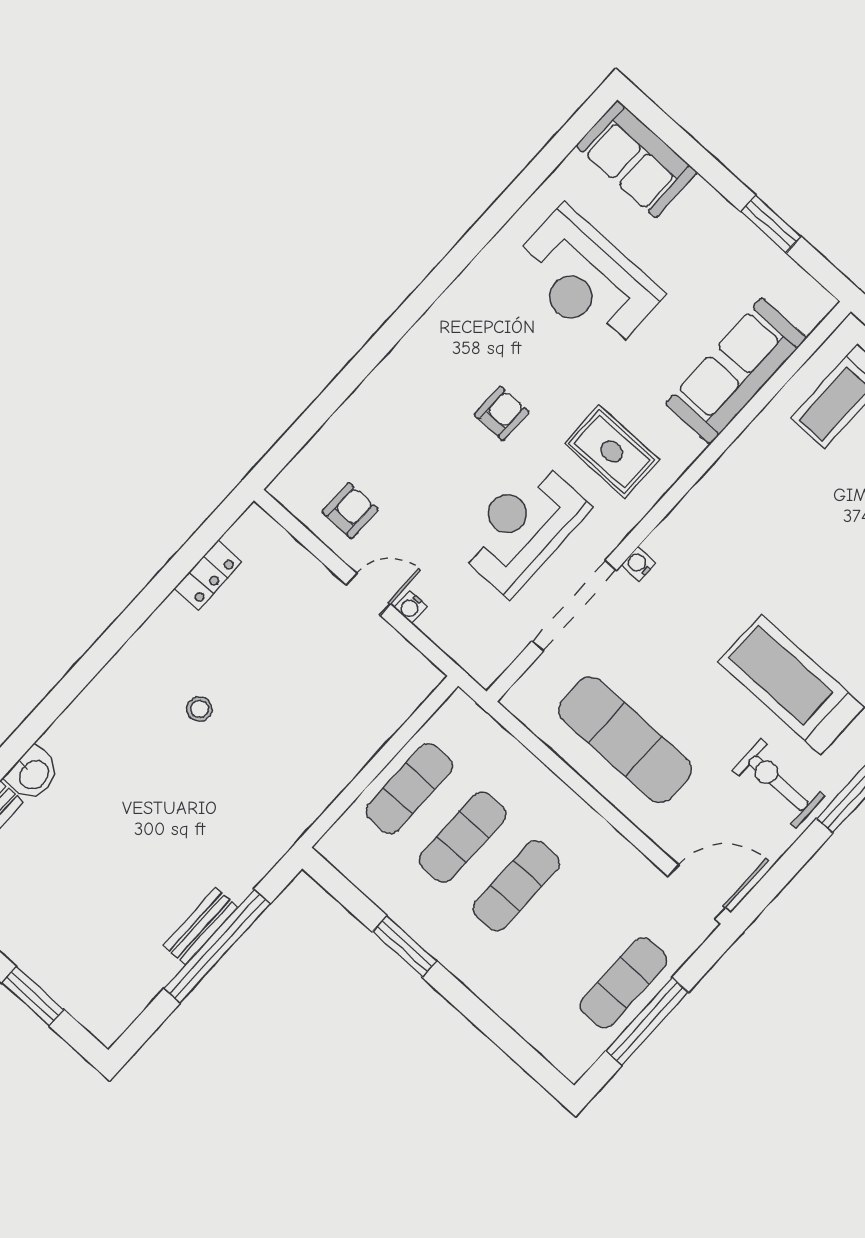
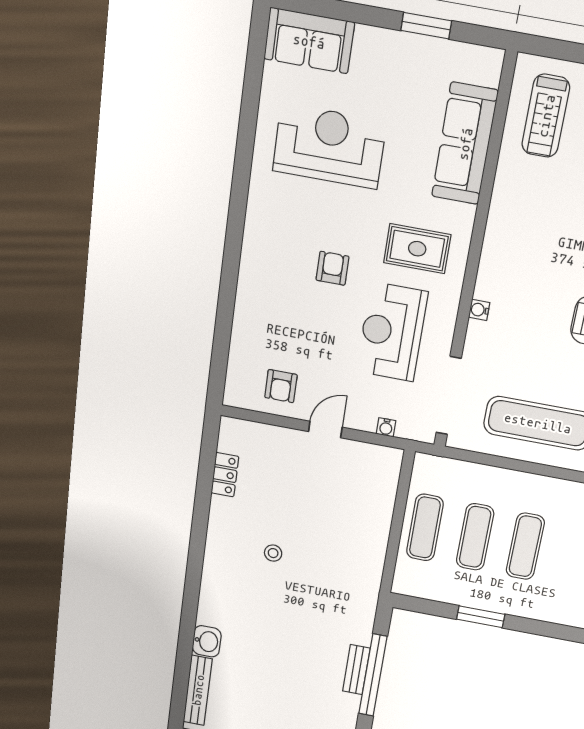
reception desk: (586, 280) -> (329, 146), turned 180
armchair: (350, 511) -> (281, 386), turned 180
doorway: (574, 606) -> (449, 396), moved
water cooler: (411, 607) -> (386, 427), moved

